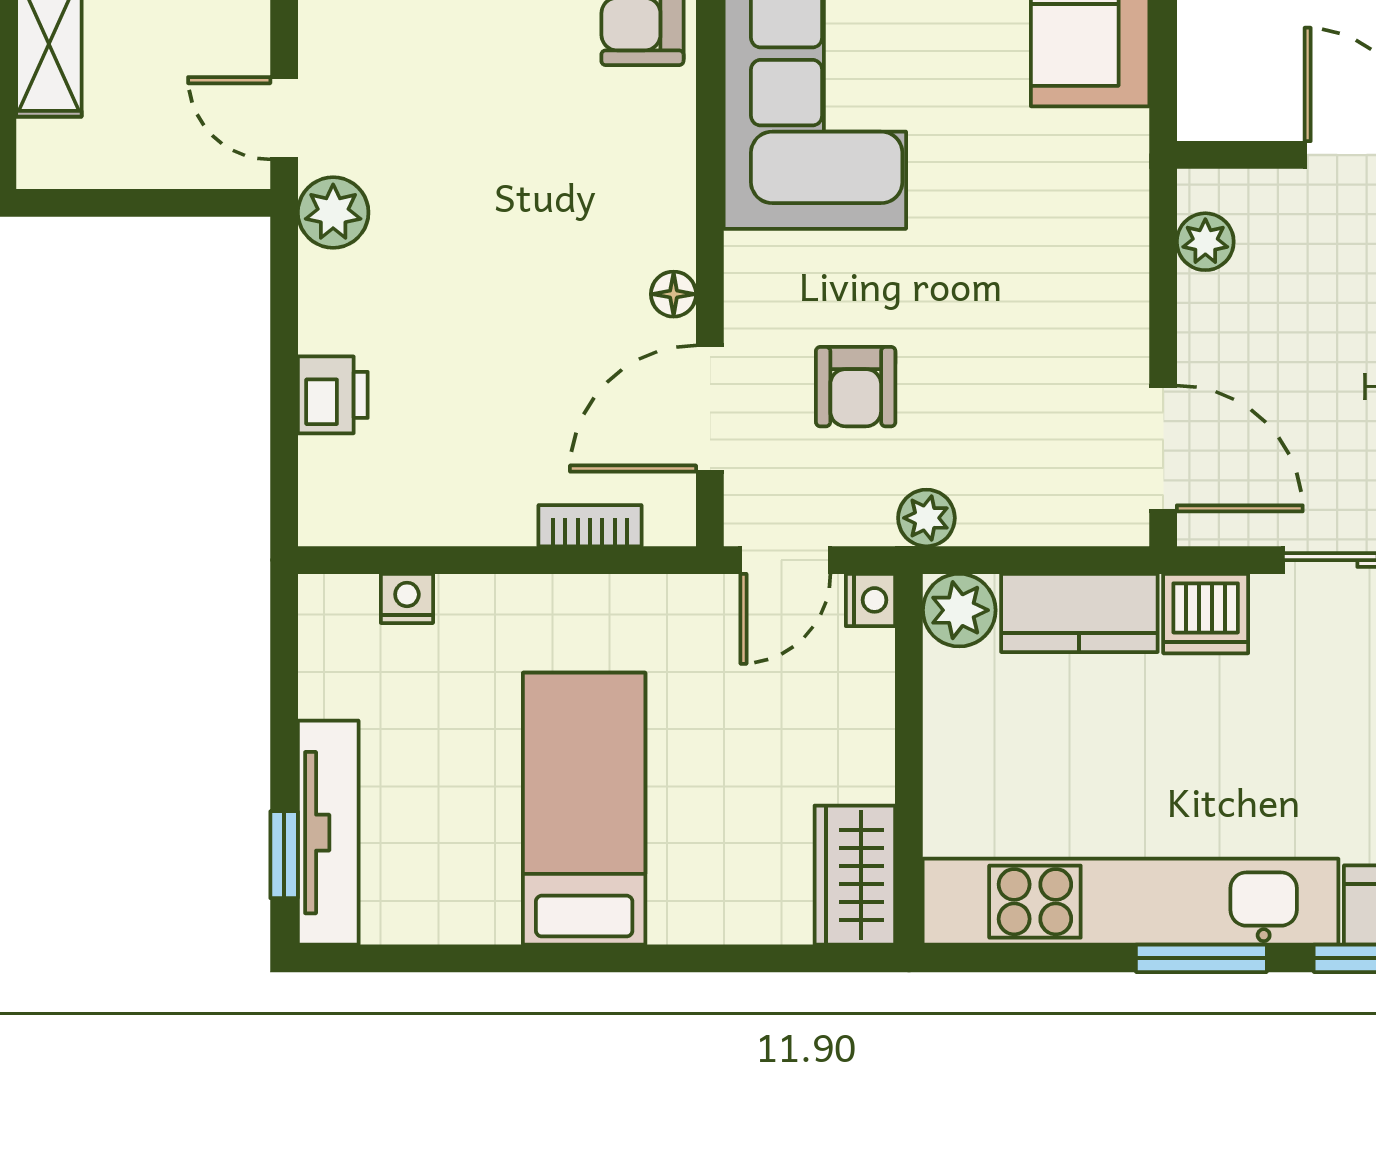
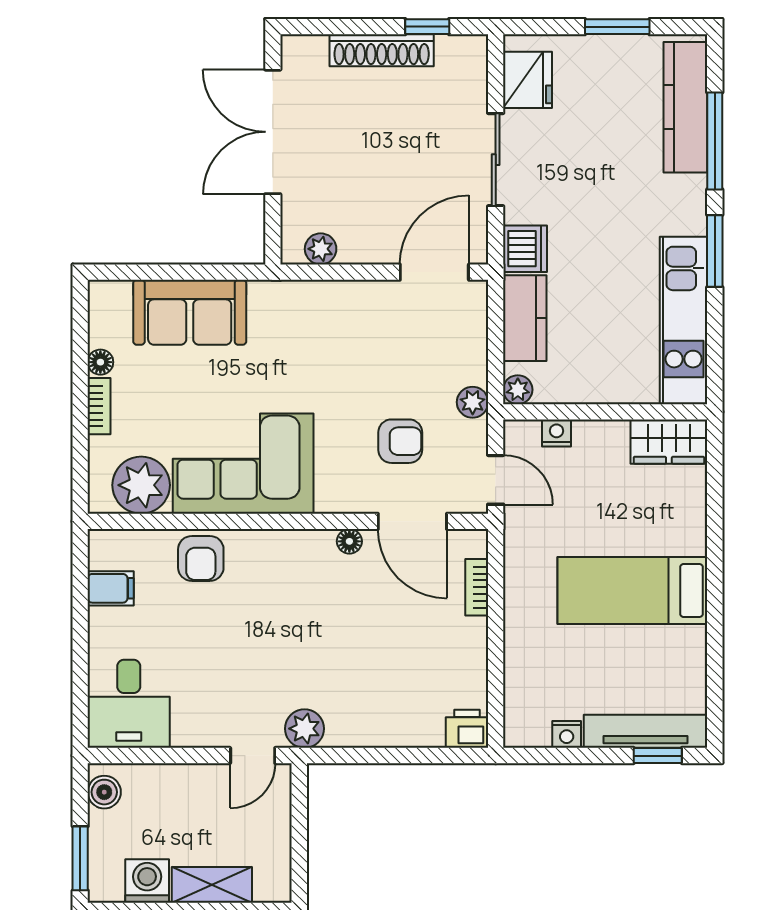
printer: (333, 395) -> (467, 729), moved
nightstand: (407, 598) -> (567, 734), moved, turned -90
nightstand: (871, 600) -> (556, 433), moved
plant: (959, 610) -> (518, 390), width x0.73, depth x0.73
kitchen unit: (1131, 902) -> (684, 320), width x0.73

